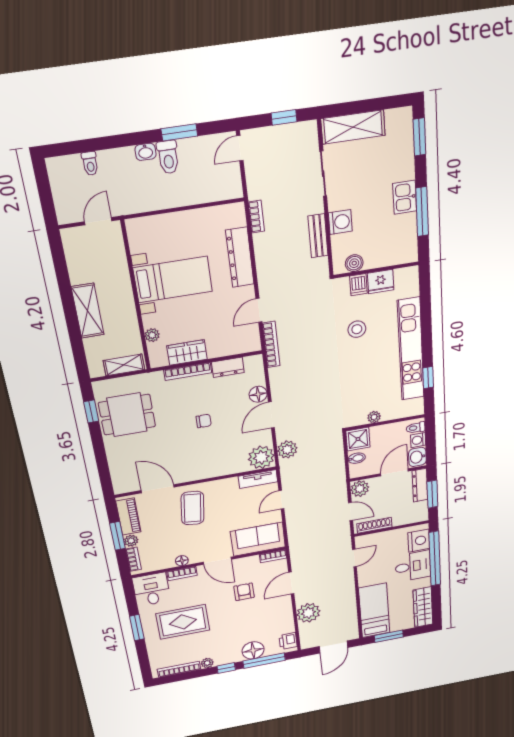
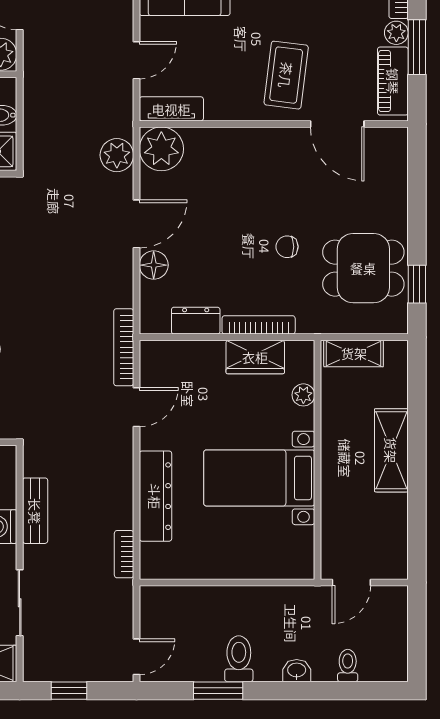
washbasin: (145, 152) -> (297, 671), moved
chair: (204, 421) -> (287, 247), moved

